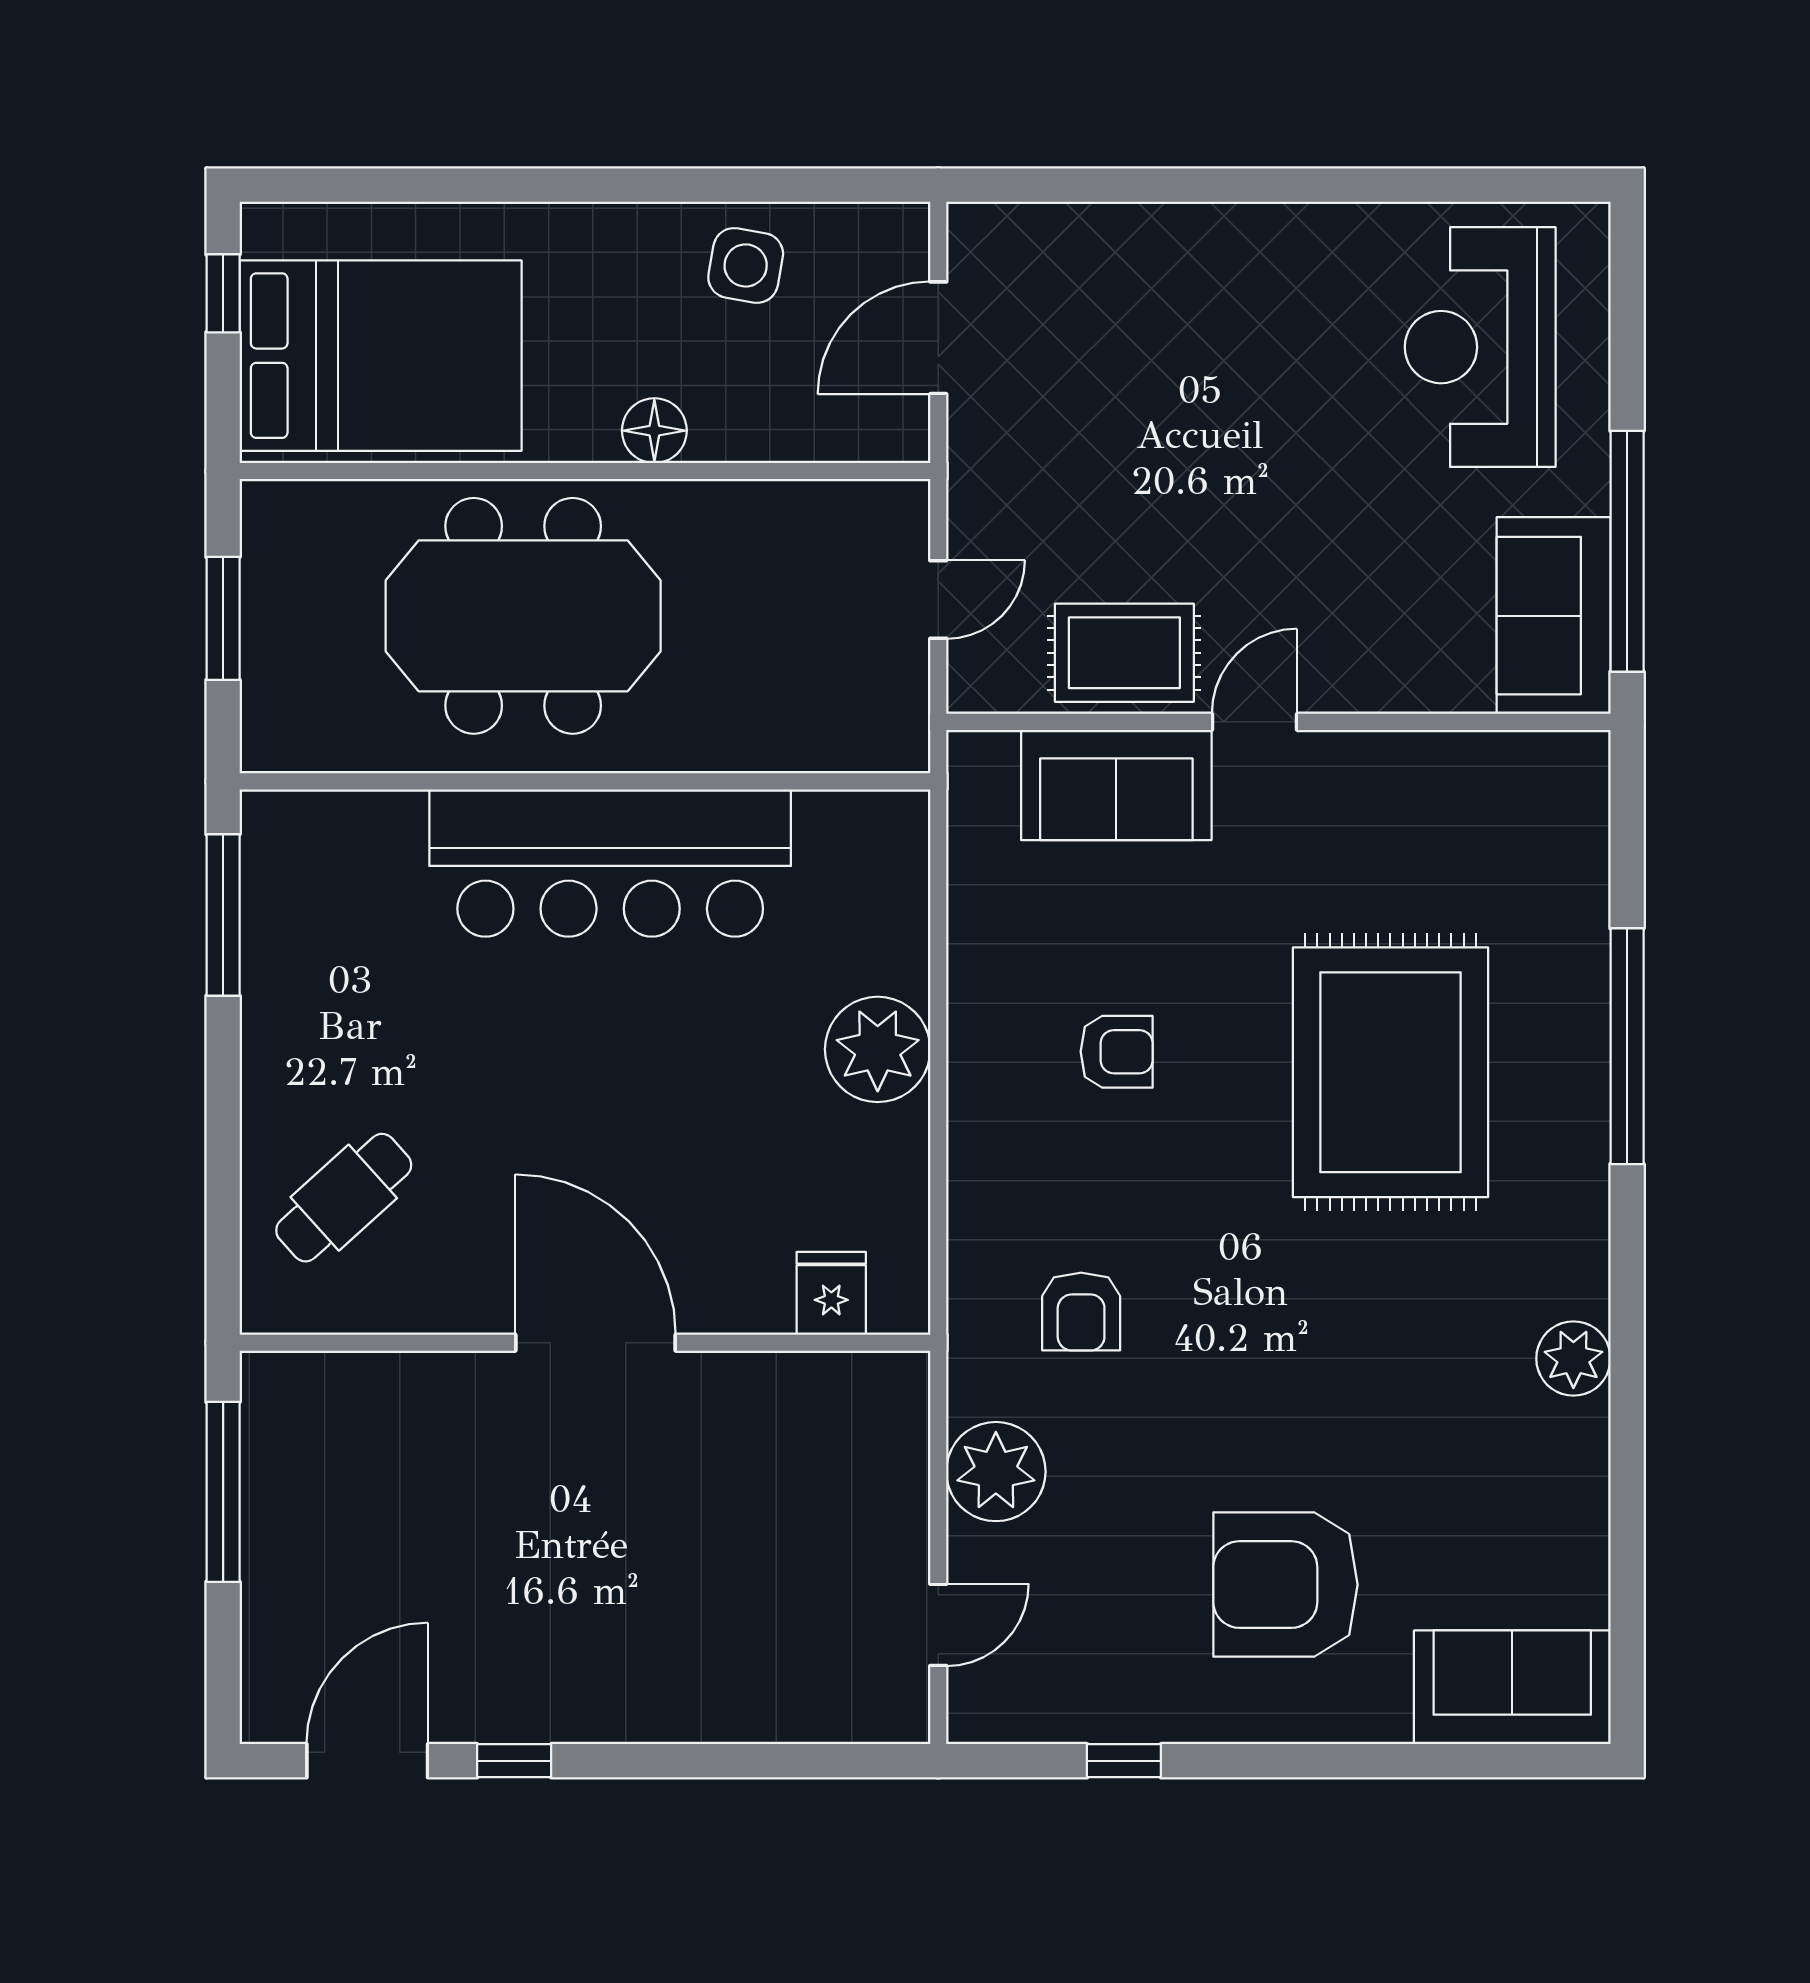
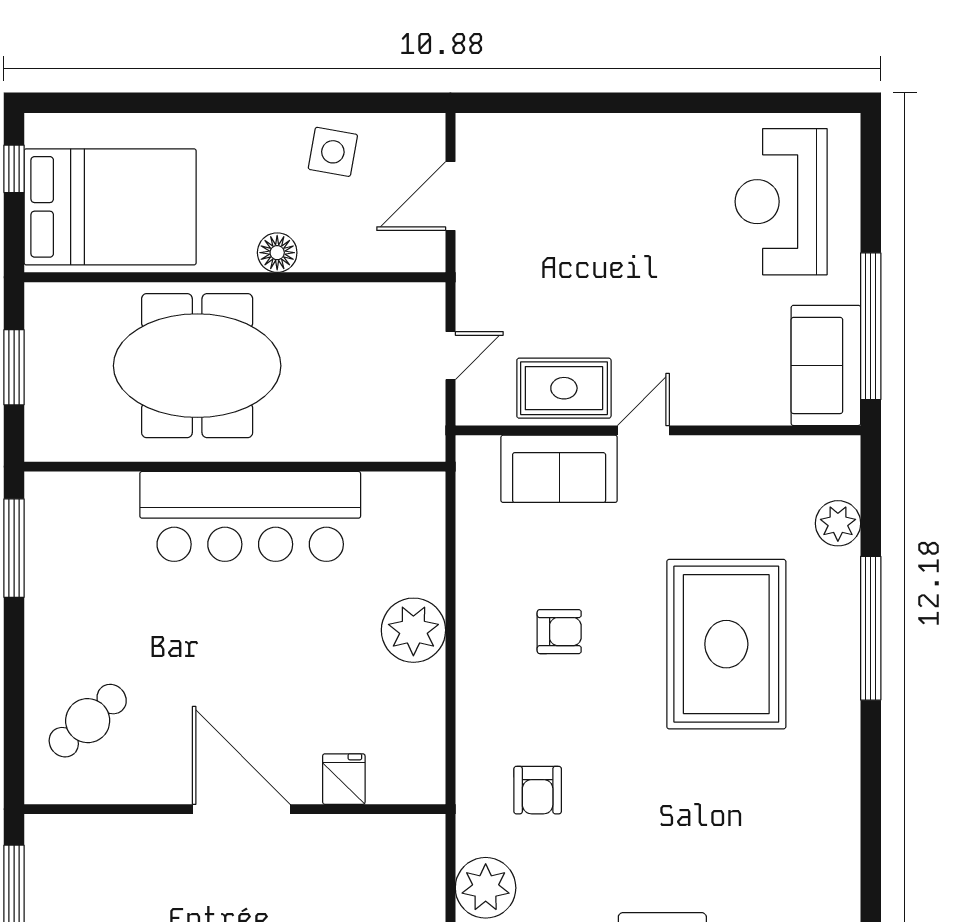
fridge: (831, 1293) -> (344, 779), moved
plant: (1573, 1359) -> (838, 523), moved

